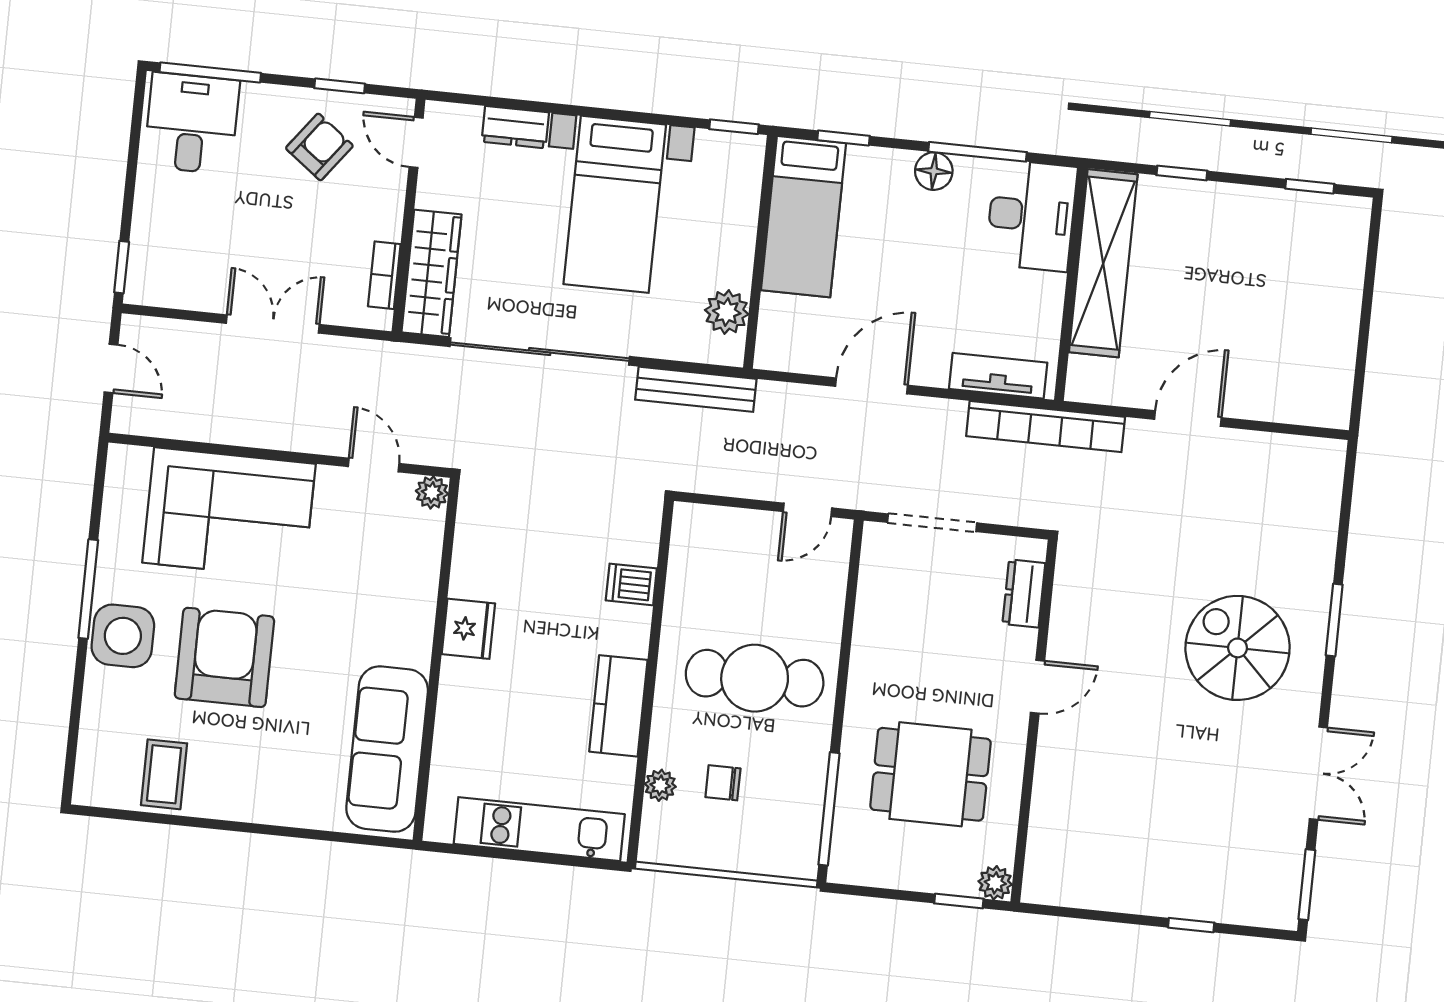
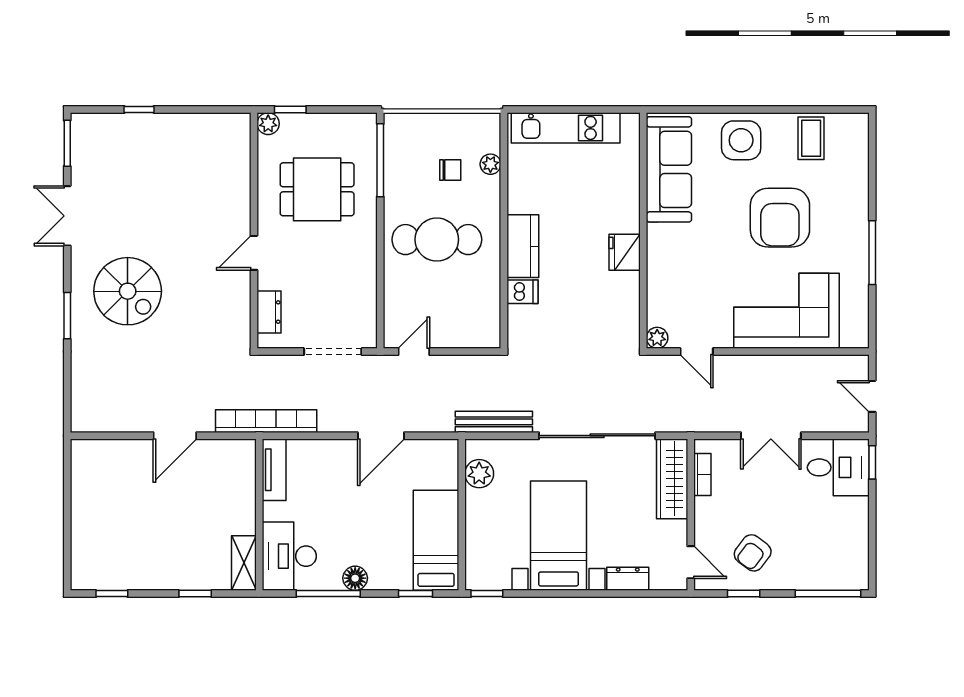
desk: (192, 123) -> (838, 467), moved, turned -90
shelving: (1103, 263) -> (244, 563), width x0.45, depth x0.75
tv unit: (998, 376) -> (274, 470), moved, turned -90
side table: (123, 636) -> (741, 140), moved
kitchen counter: (618, 706) -> (523, 246), moved

